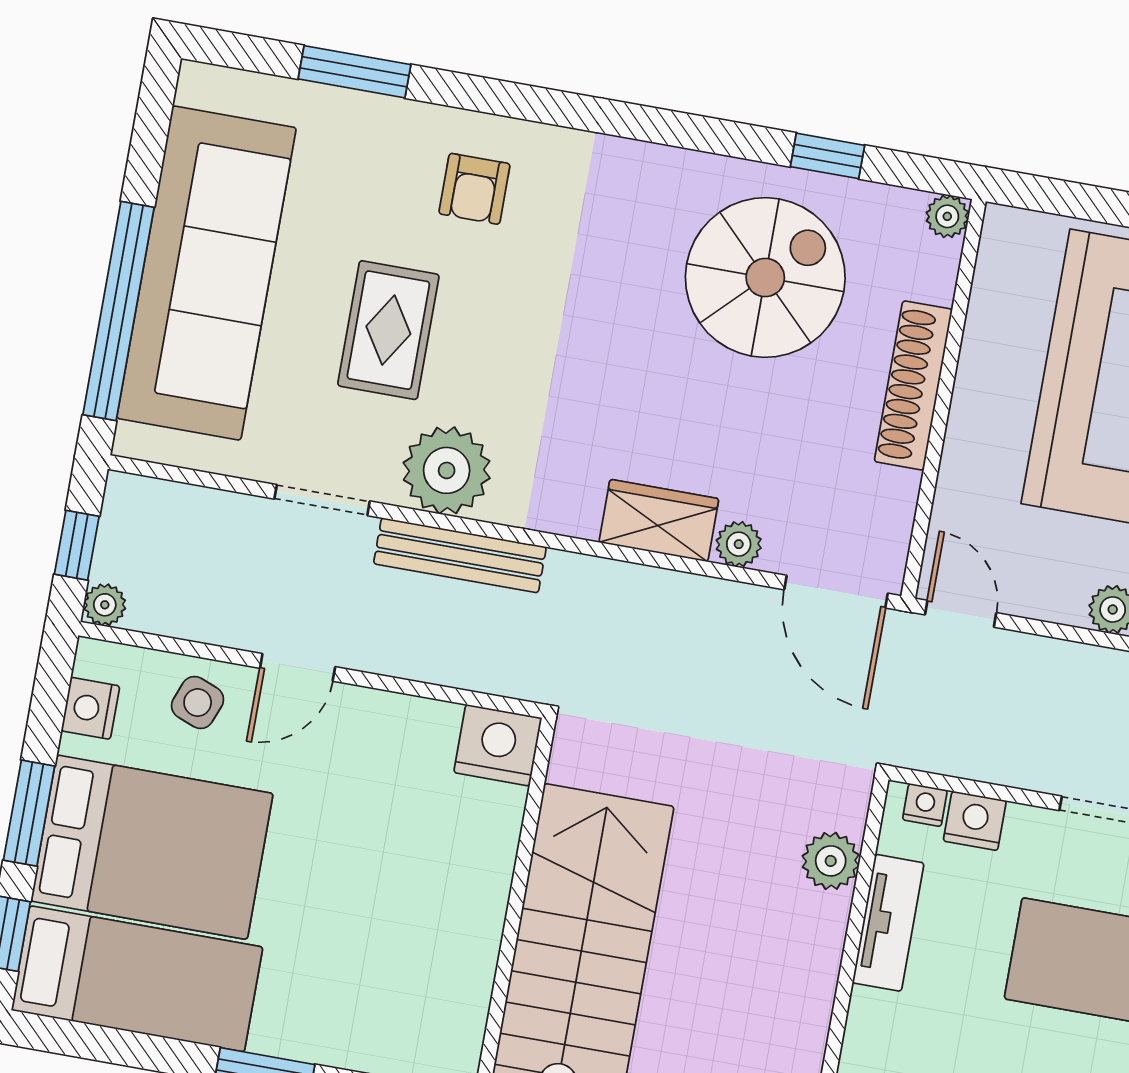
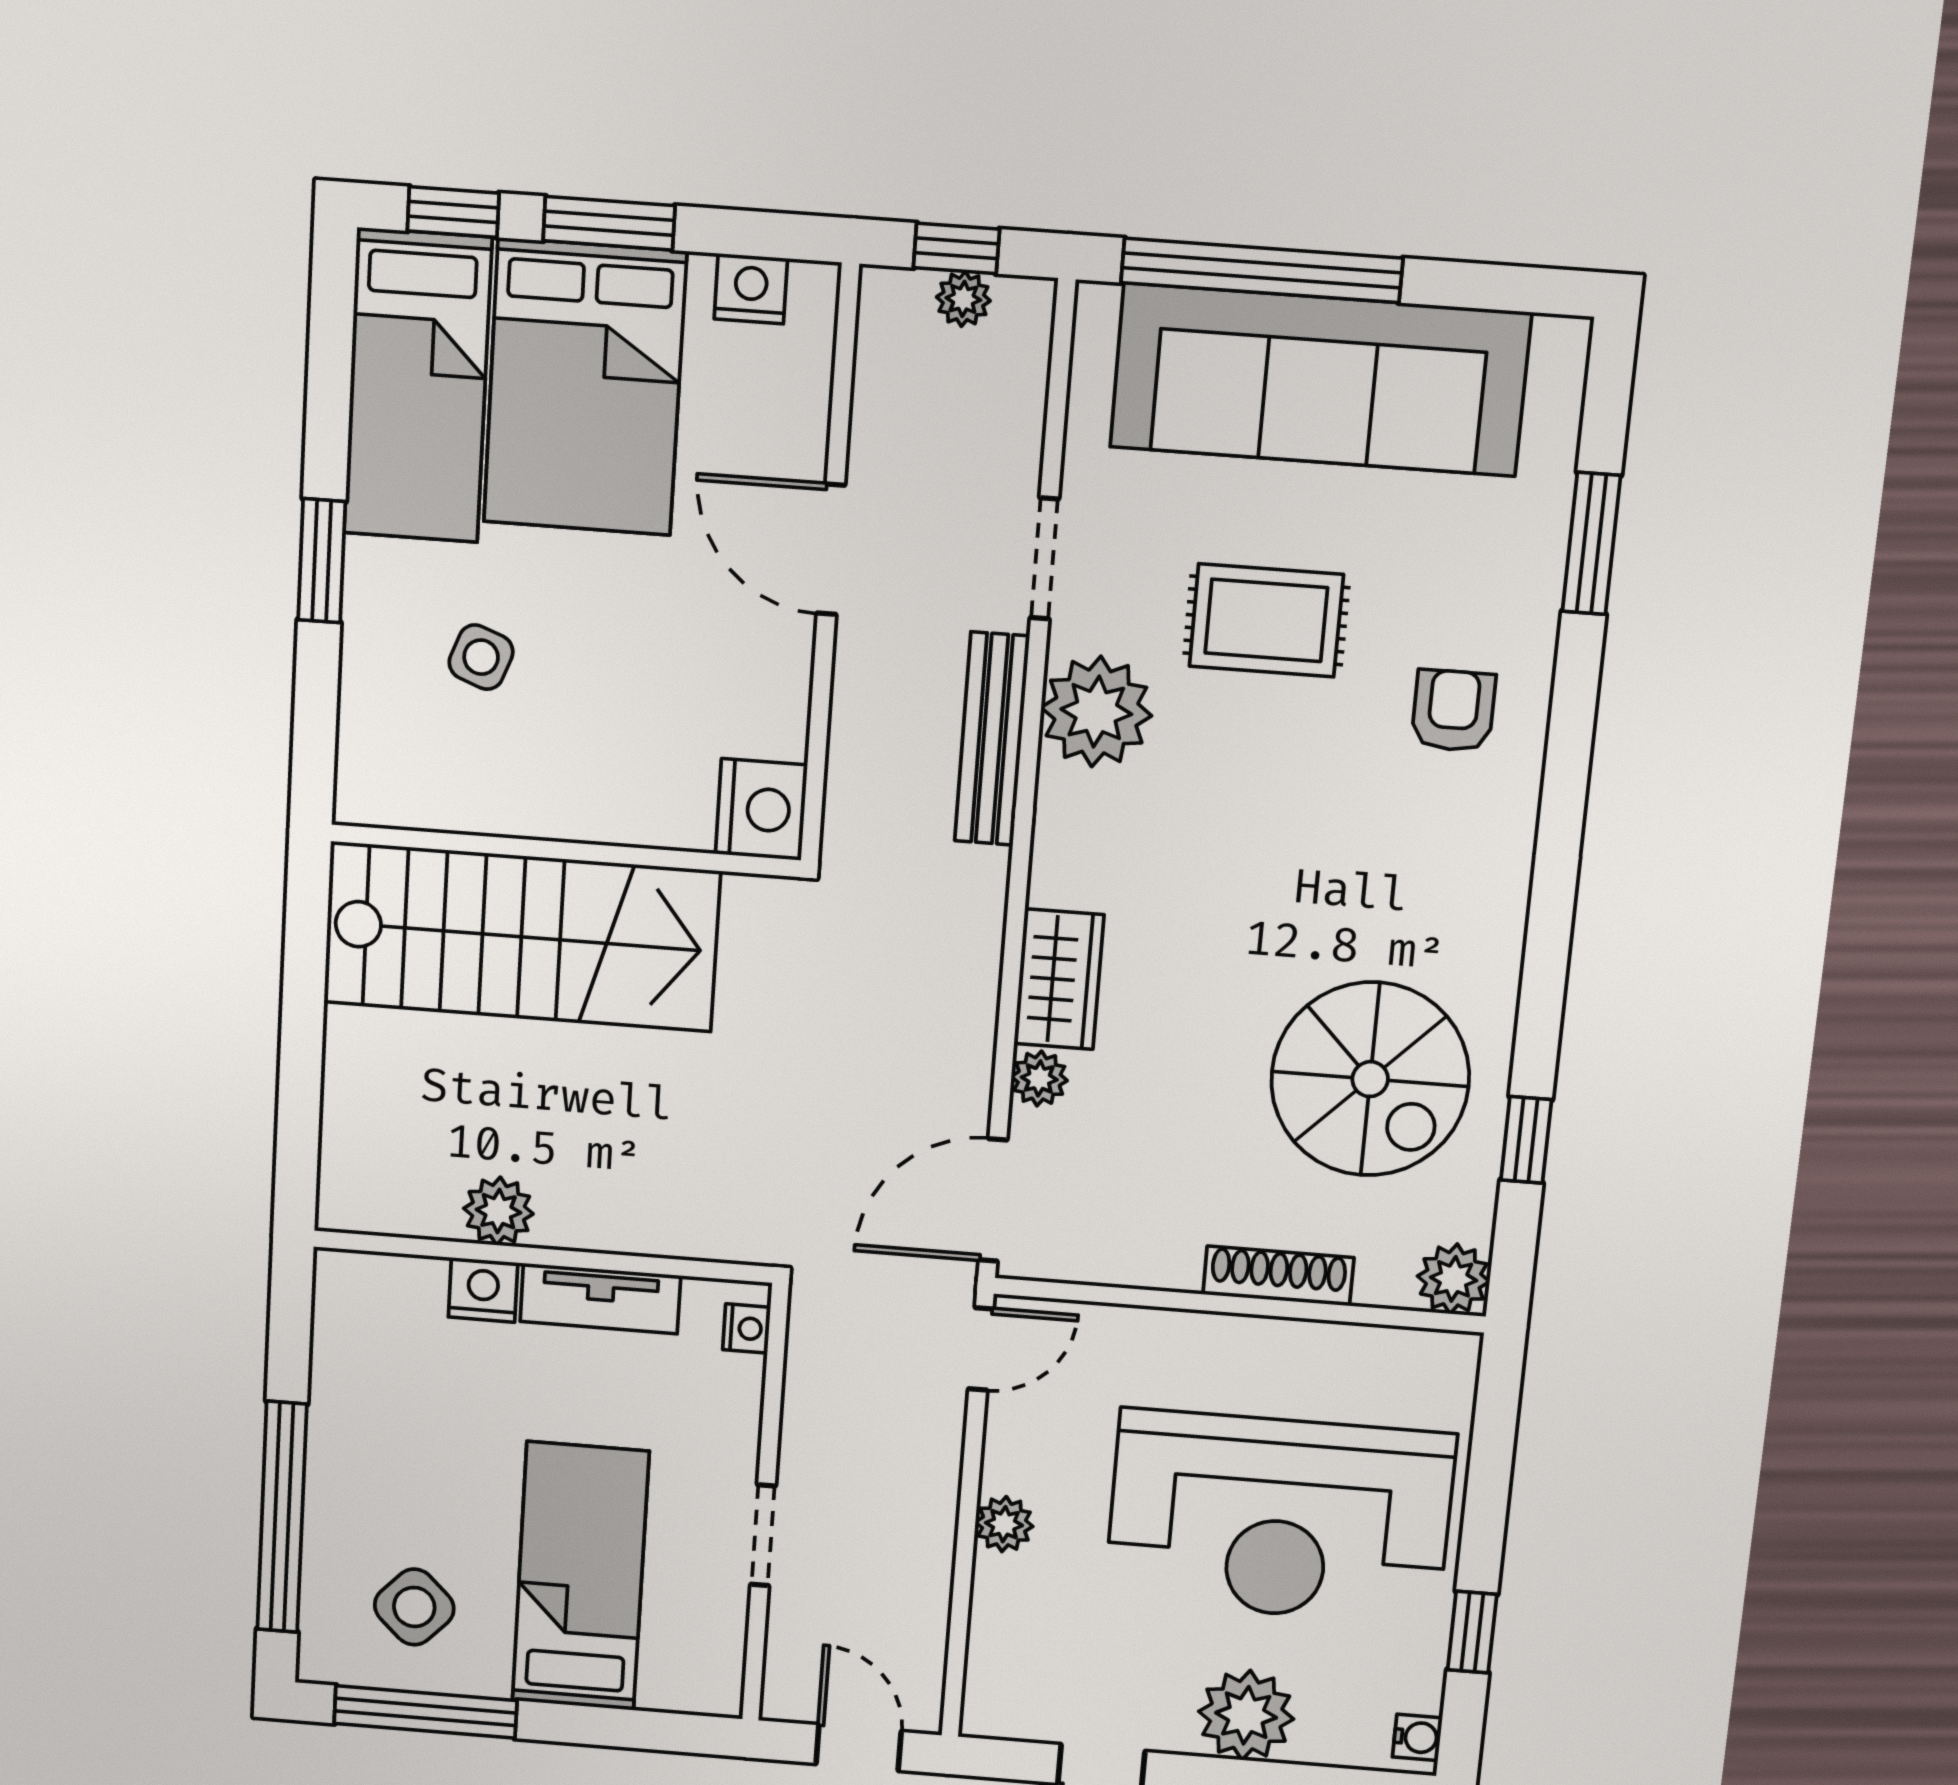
armchair: (474, 189) -> (1453, 711), turned 90
plant: (947, 216) -> (1454, 1279), width x1.38, depth x1.38
shoe rack: (913, 385) -> (1278, 1276), width x0.74, depth x0.81
plant: (105, 605) -> (963, 299), moved
door: (298, 667) -> (831, 549), width x1.38
side table: (198, 703) -> (481, 657), moved
nightstand: (975, 821) -> (483, 1290), moved, turned -90
plant: (831, 861) -> (498, 1211), moved

